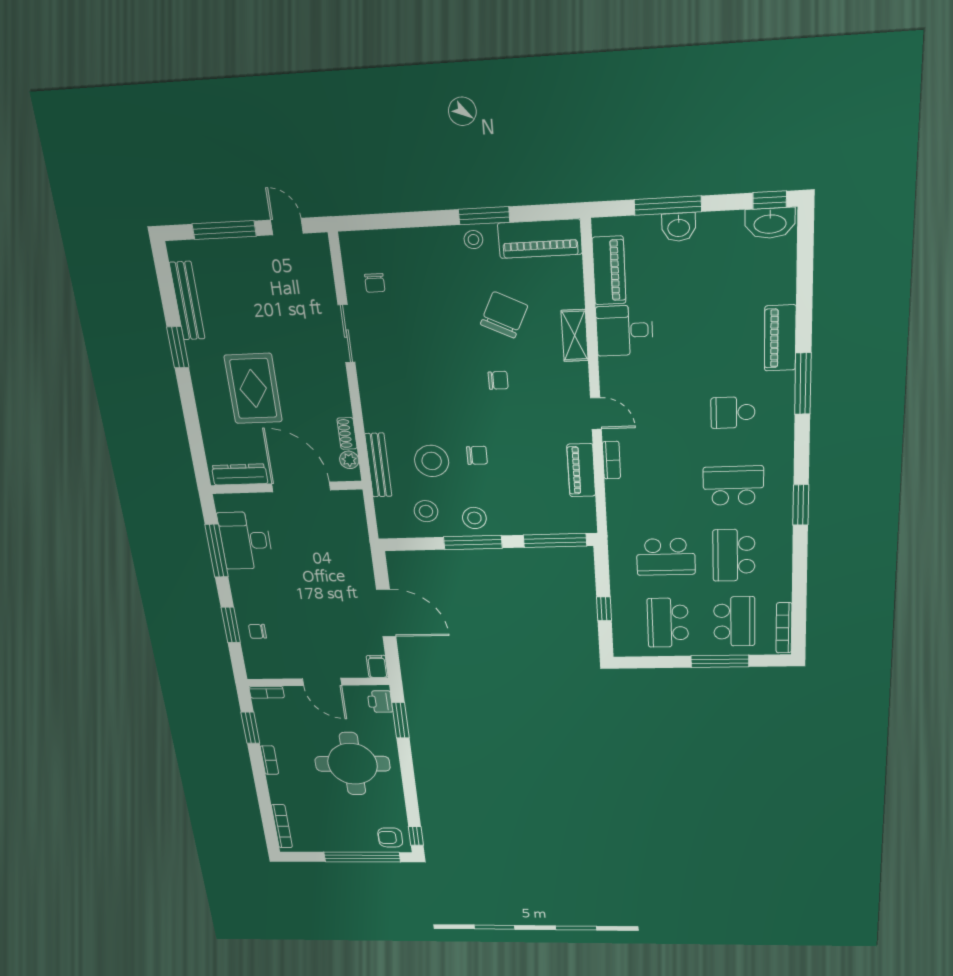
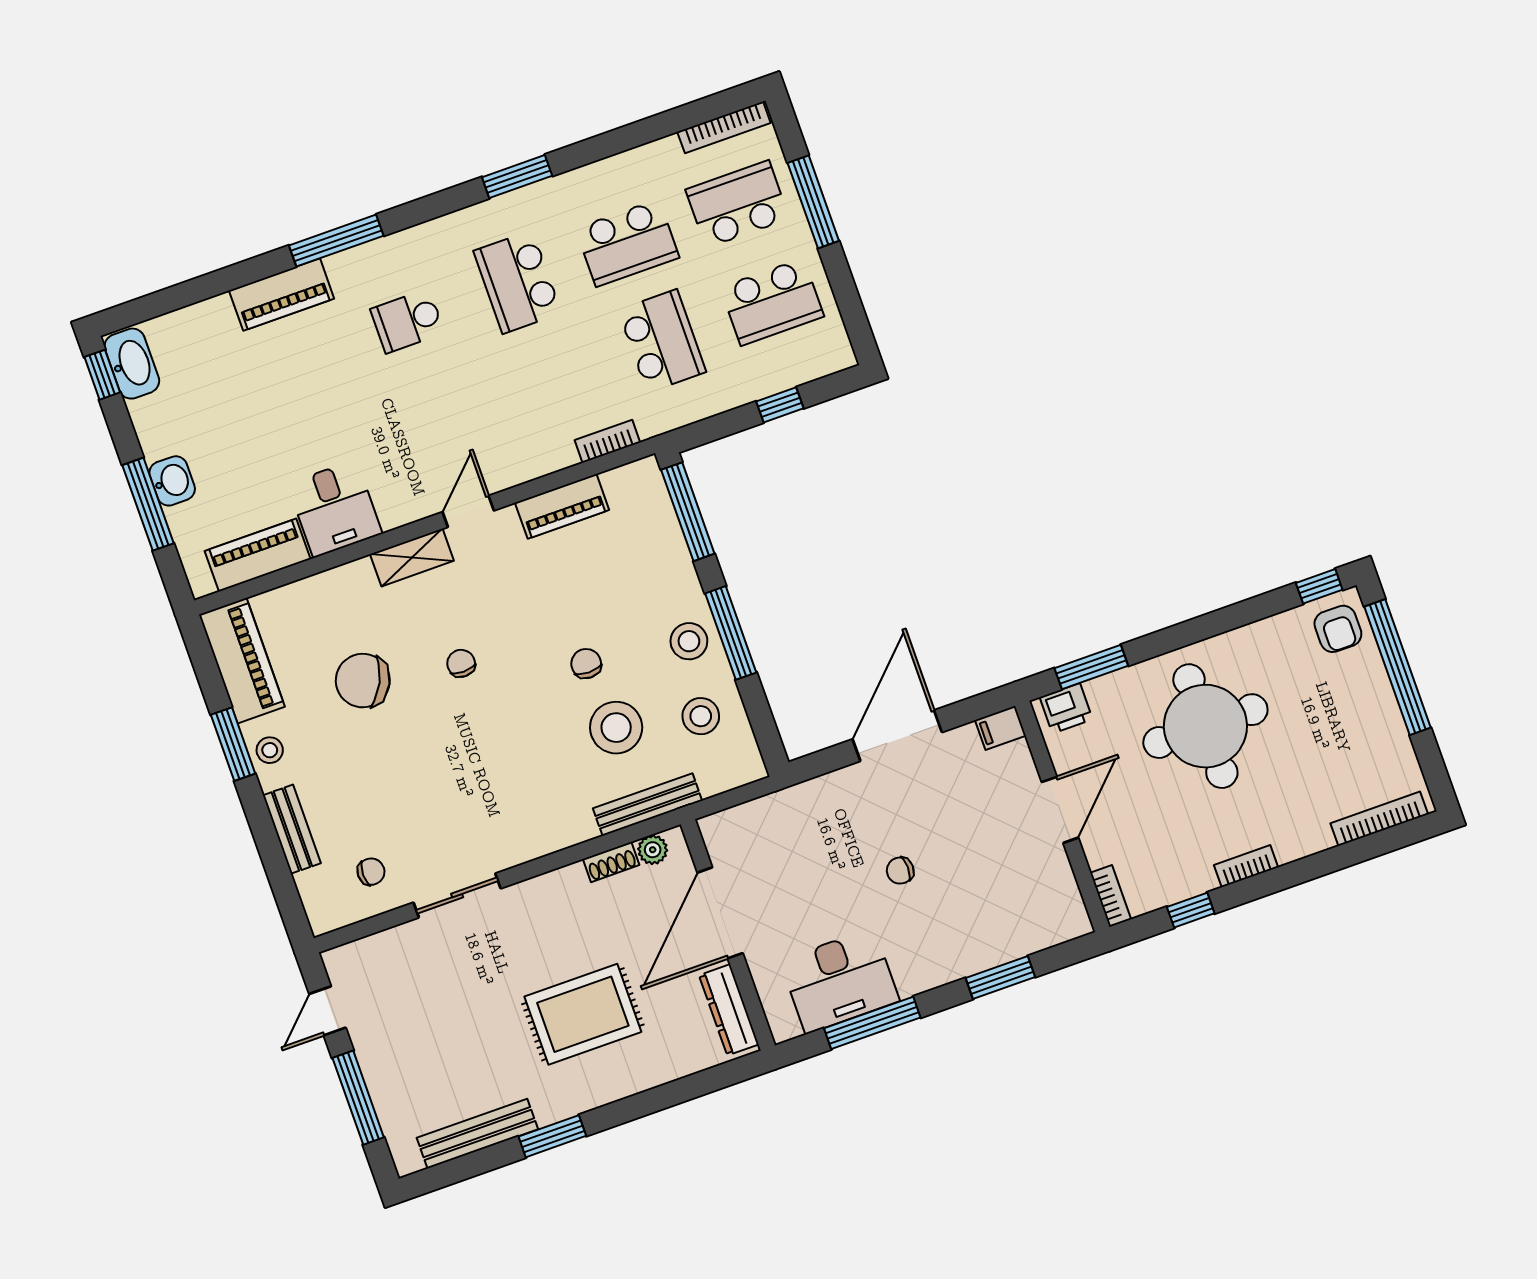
bench: (416, 239) -> (292, 829), added
shelving: (575, 336) -> (412, 557), moved
school desk: (733, 412) -> (407, 321), turned 90
bookcase: (611, 460) -> (607, 441), moved
chair: (258, 631) -> (900, 871), moved, turned 89
window: (250, 728) -> (1191, 910), width x0.67

